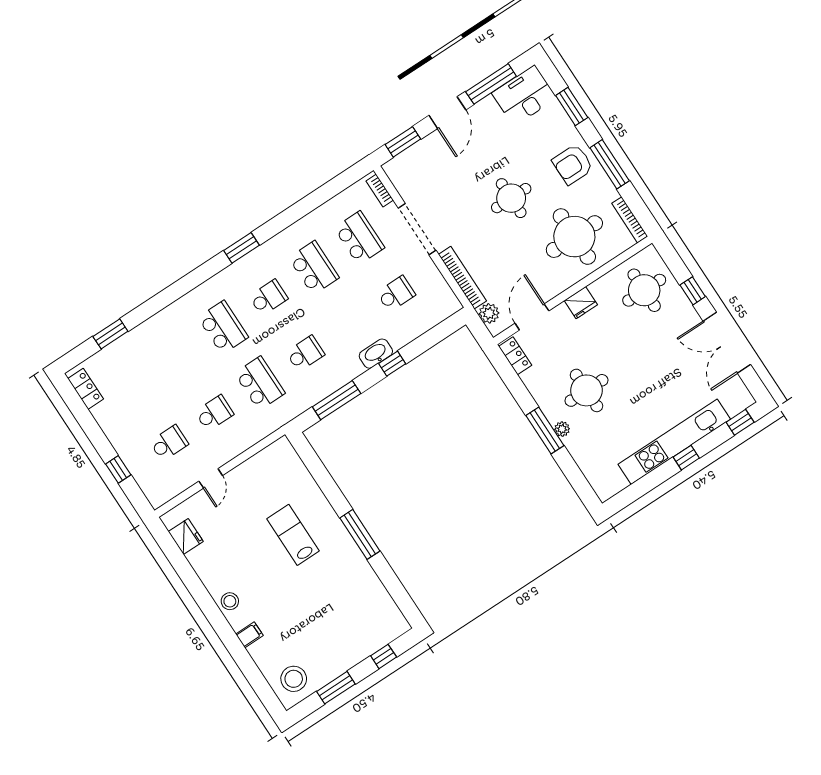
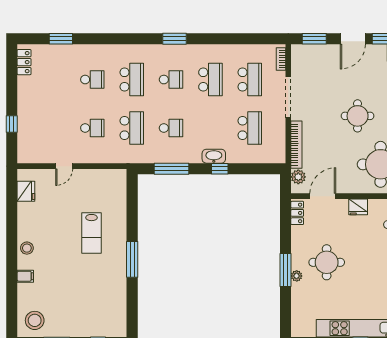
school desk: (396, 294) -> (250, 128), width x1.85
school desk: (169, 443) -> (92, 80), moved
lab bench: (293, 535) -> (92, 233), turned 180

